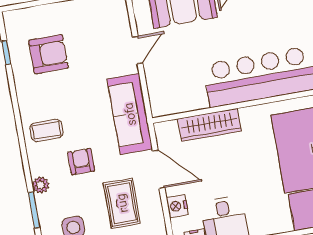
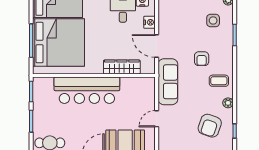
armchair: (48, 54) -> (210, 126), turned -71
plant: (41, 185) -> (228, 103), moved
rug: (122, 203) -> (182, 30), removed

